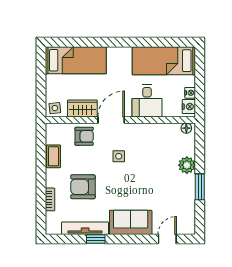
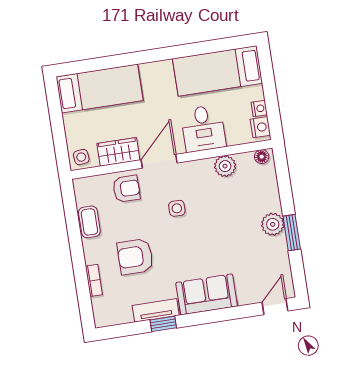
plant: (159, 131) -> (225, 166), added
plant: (187, 165) -> (273, 224), moved
tv unit: (85, 228) -> (156, 310), width x0.71
door: (167, 239) -> (275, 307), moved

